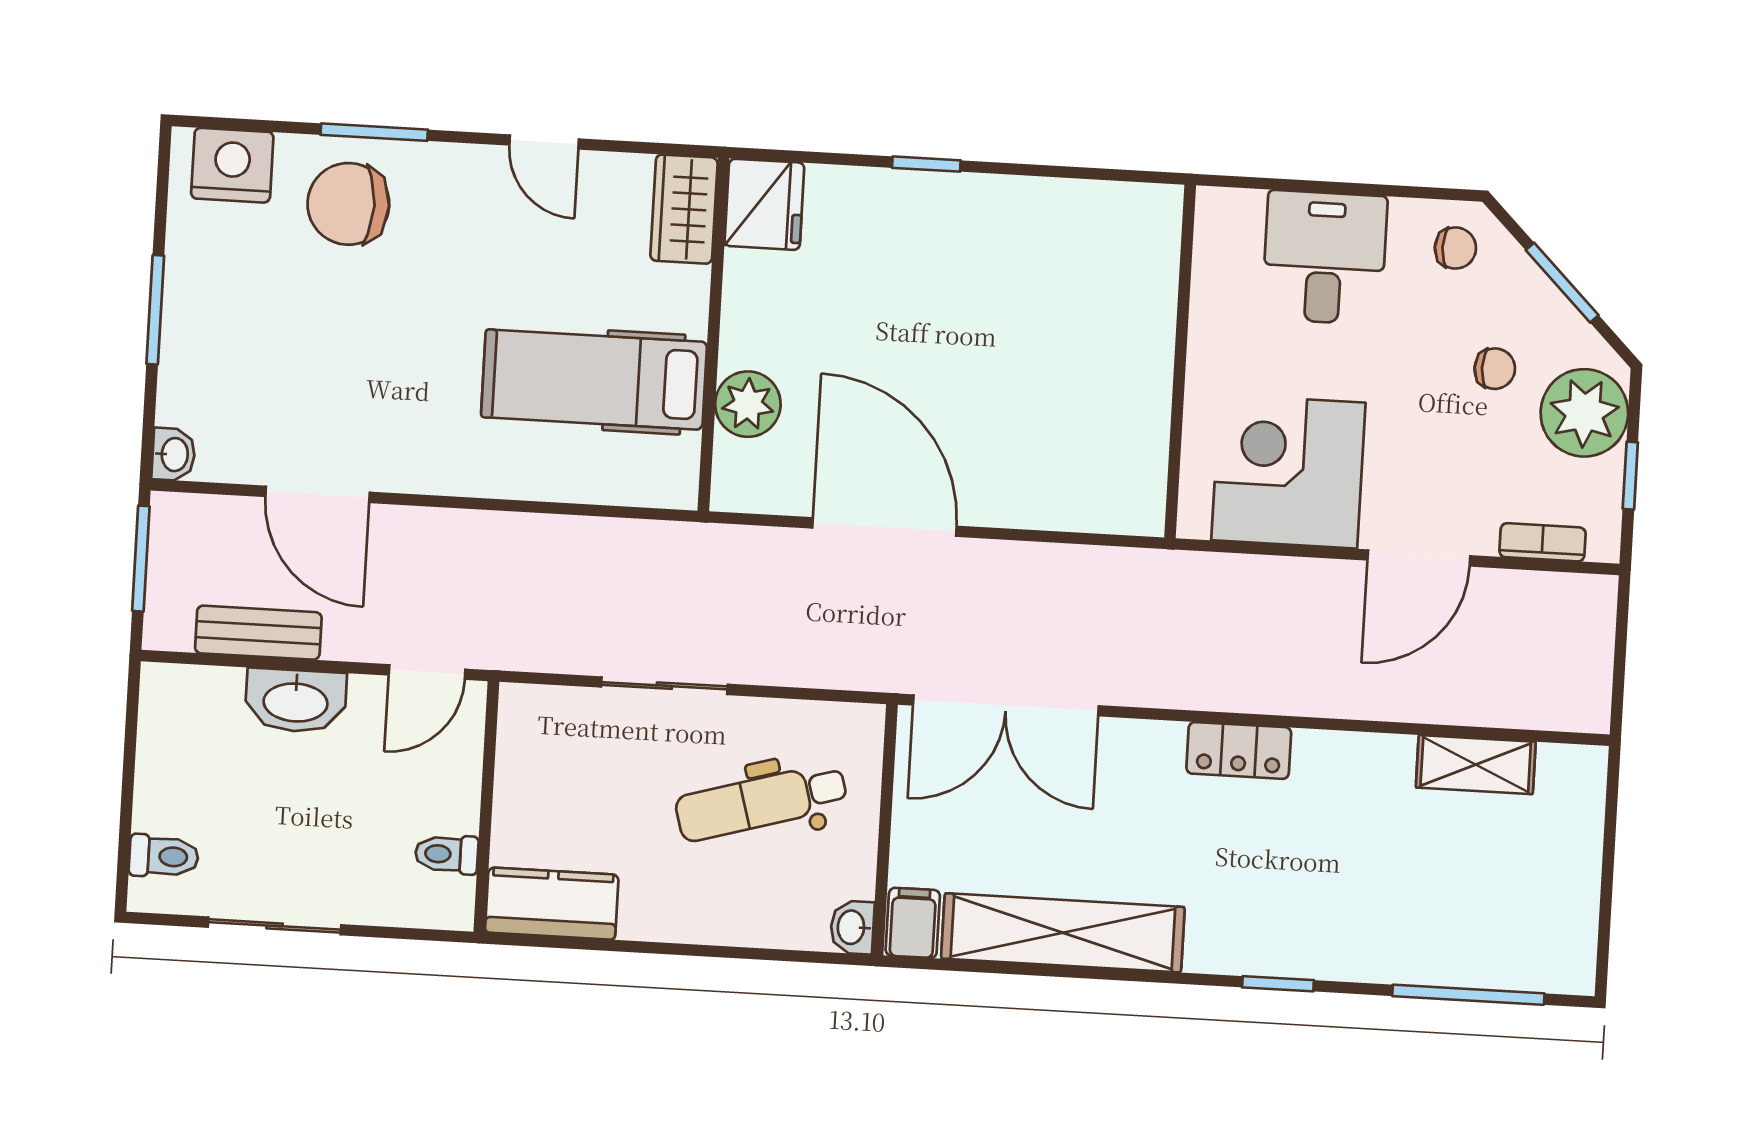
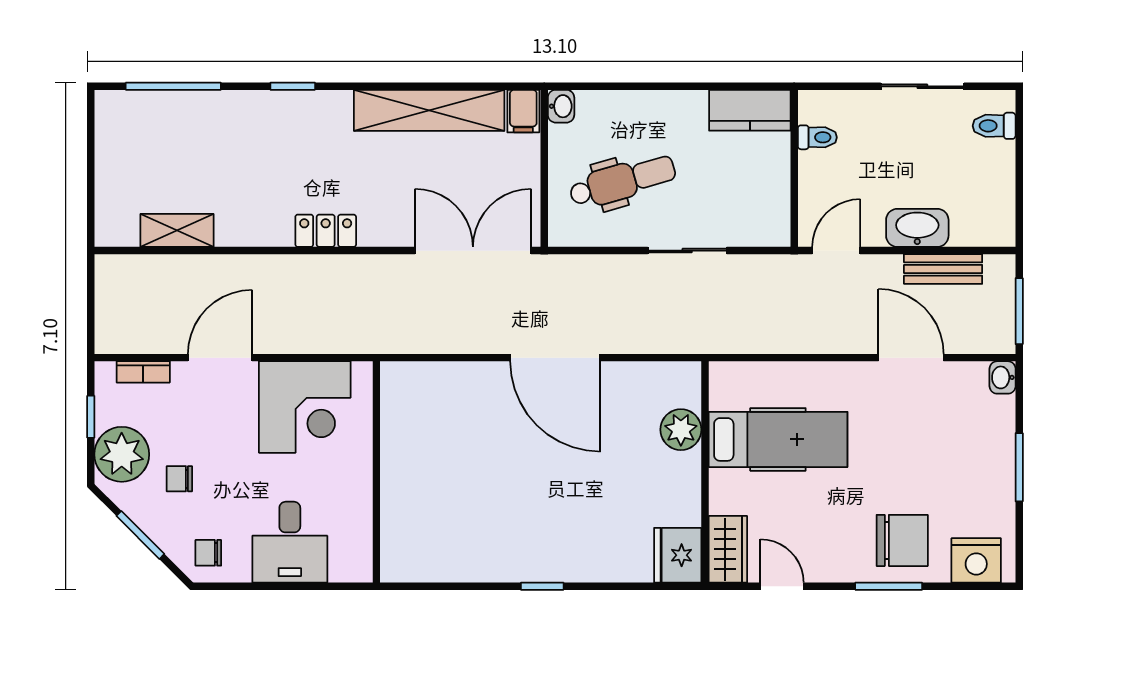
fridge: (764, 204) -> (678, 555), moved
wardrobe: (684, 209) -> (728, 549), moved
wall: (713, 334) -> (705, 472), moved
hospital bed: (594, 380) -> (778, 439), moved
plant: (748, 404) -> (681, 430), moved

